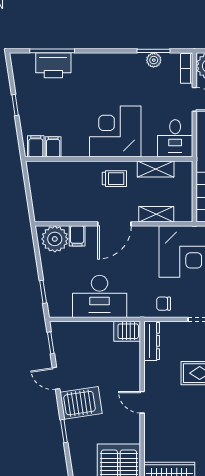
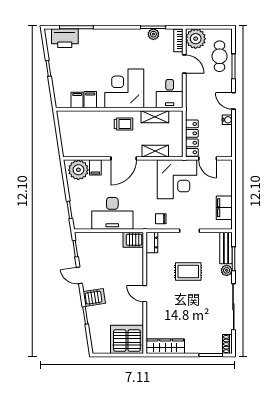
printer: (53, 65) -> (65, 38), moved
filing cabinet: (36, 146) -> (90, 100), moved
dresser: (152, 341) -> (152, 243), width x0.70
server rack: (81, 403) -> (94, 297), width x0.73, depth x0.70

